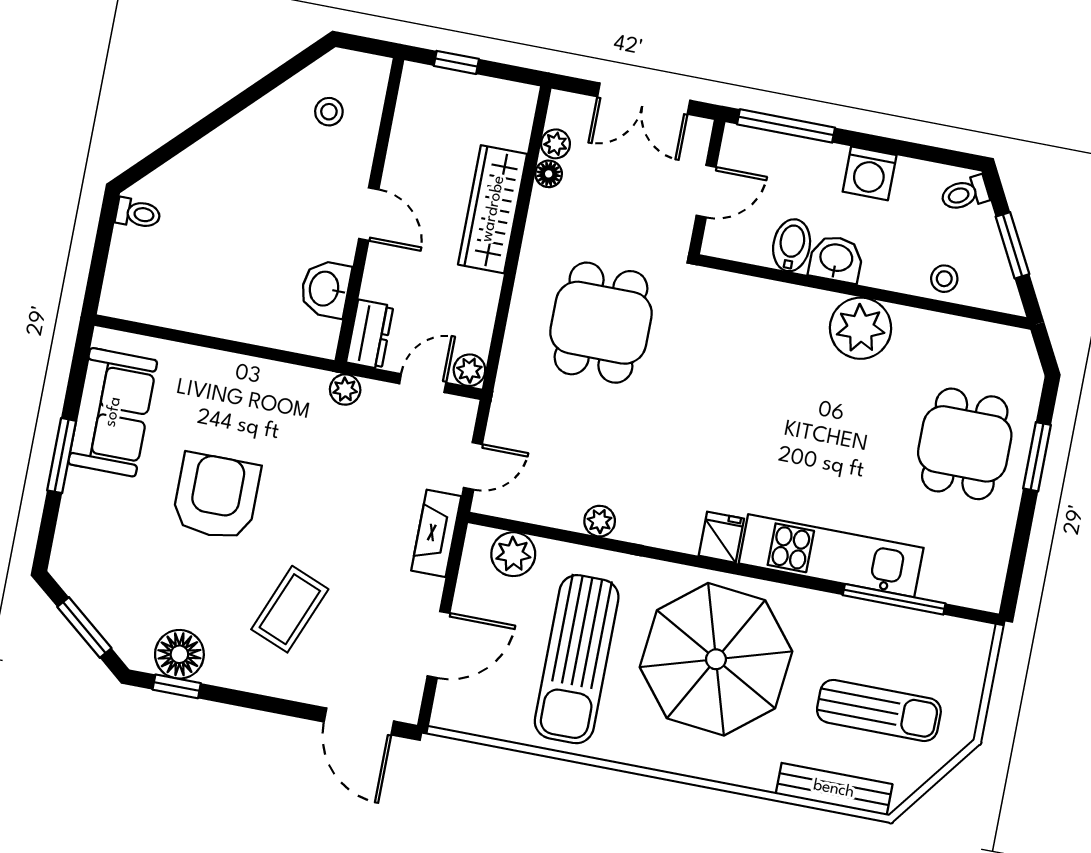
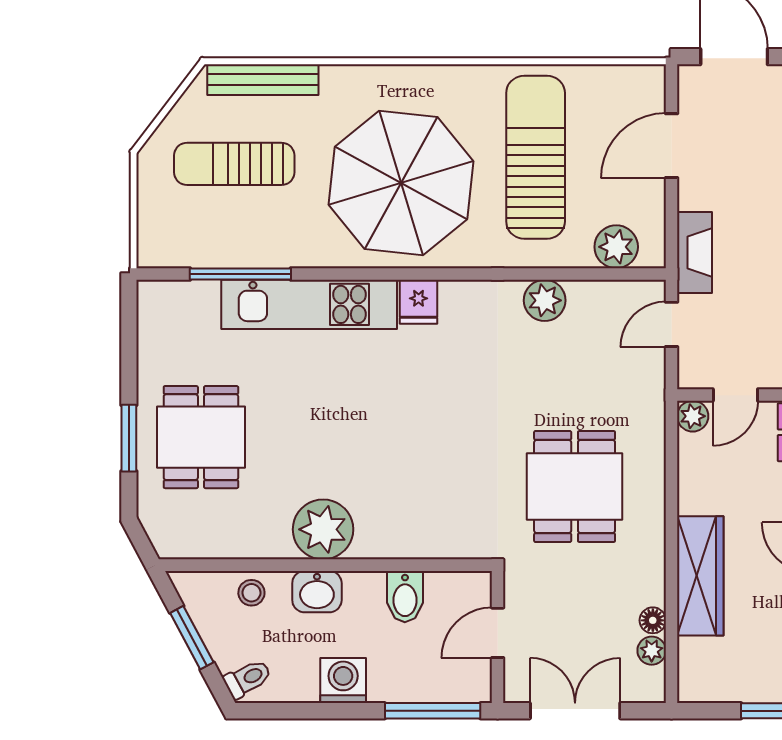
washbasin: (836, 259) -> (317, 592), moved
plant: (600, 521) -> (545, 300), width x1.38, depth x1.38

